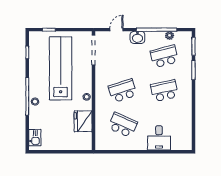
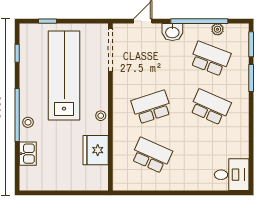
school desk: (164, 56) -> (210, 59), turned 36
school desk: (164, 91) -> (210, 107), turned 36
kitchen sink: (35, 138) -> (28, 154), moved
desk: (159, 138) -> (232, 175), moved, turned -90

